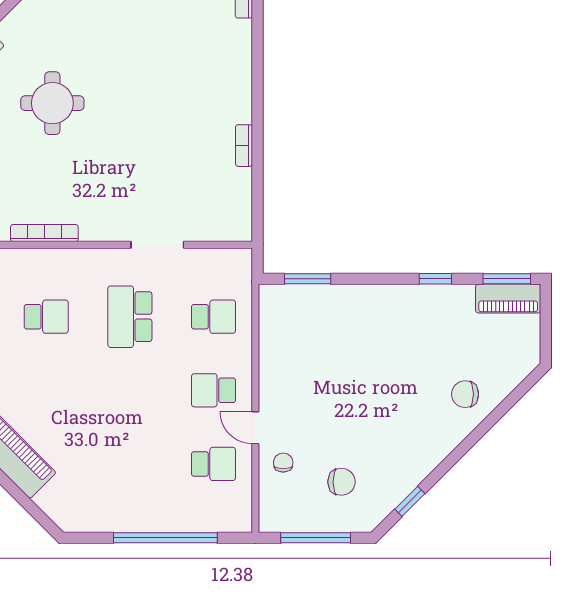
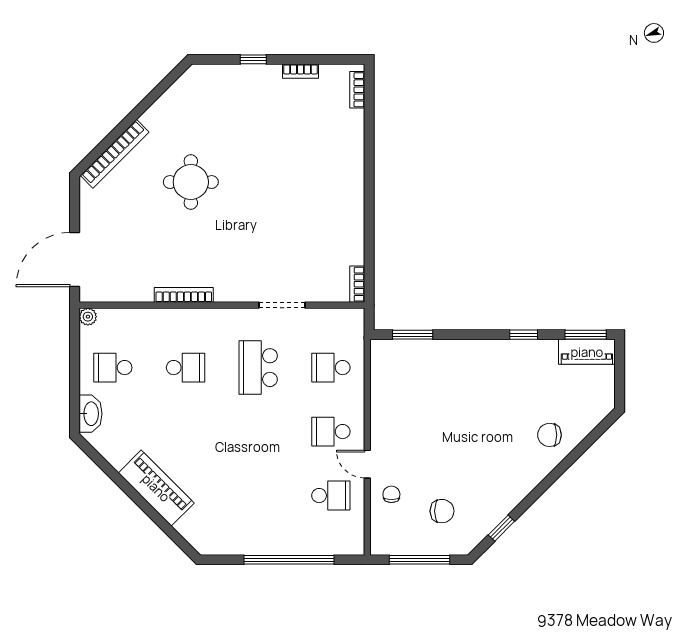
bookcase: (244, 146) -> (357, 284), moved
school desk: (213, 317) -> (331, 368), turned 180

